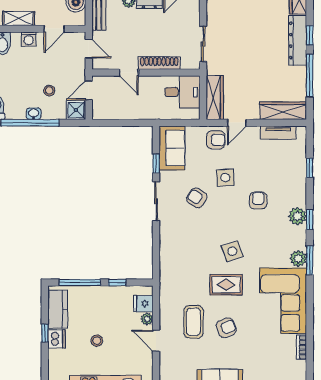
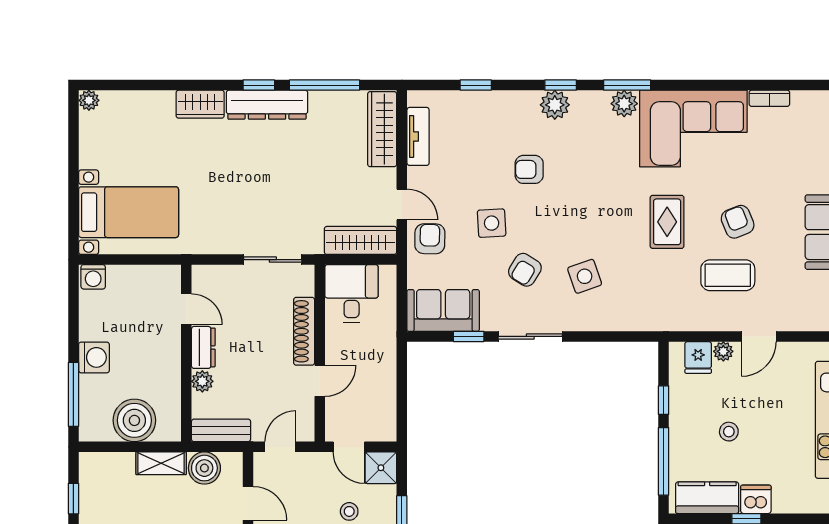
side table: (232, 251) -> (585, 276), moved
stool: (97, 341) -> (729, 432), moved

